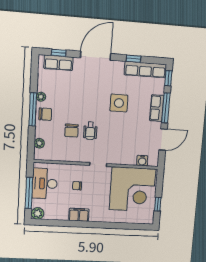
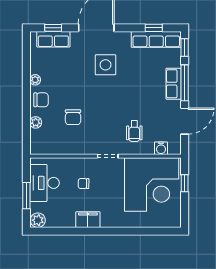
window: (134, 59) -> (154, 28), moved
side table: (119, 103) -> (106, 65), moved
window: (33, 109) -> (26, 95), removed
wheelchair: (90, 131) -> (134, 131), moved
plant: (39, 143) -> (36, 122), moved
window: (29, 193) -> (26, 196), width x0.69
window: (158, 204) -> (185, 183), moved

